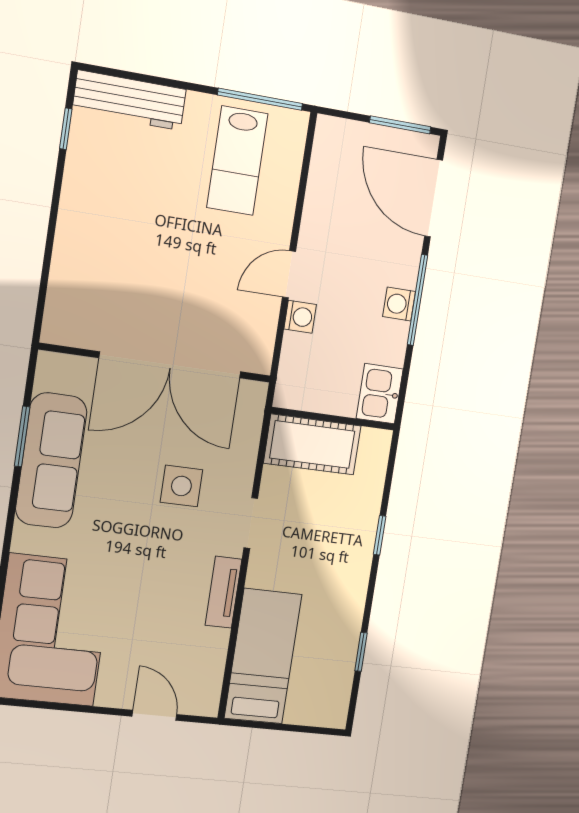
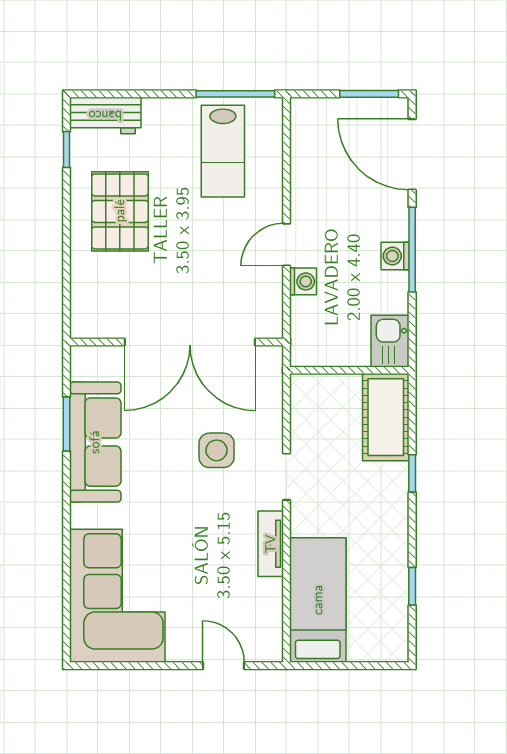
workbench: (129, 100) -> (105, 115), width x0.73
pallet: (115, 209) -> (120, 211), added
cot: (312, 445) -> (386, 417), moved, turned 90

